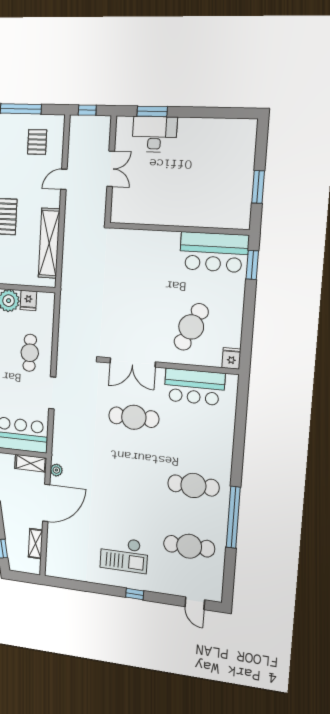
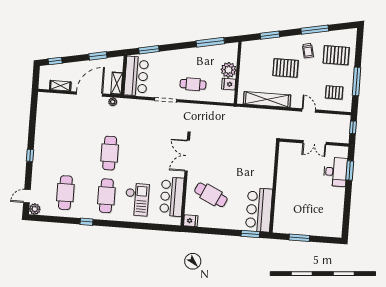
cafe table: (134, 417) -> (110, 153), moved
door: (46, 503) -> (89, 94), swing flipped
window: (233, 517) -> (87, 222), width x0.32
checkout: (124, 554) -> (137, 200), moved, turned 180
plant: (214, 593) -> (35, 209), added

